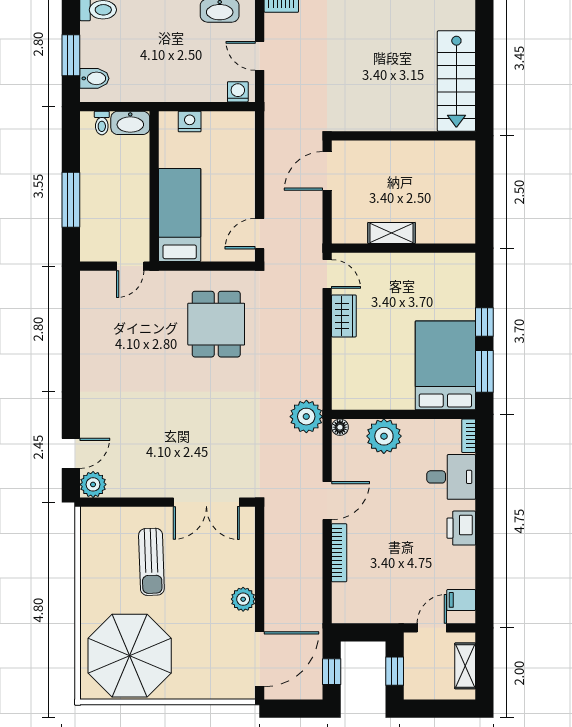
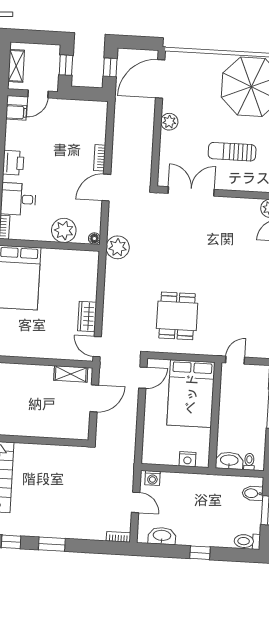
door: (327, 171) -> (94, 398), moved
bed: (180, 215) -> (191, 394), width x1.50
shelving: (392, 233) -> (71, 374), moved
bookcase: (339, 553) -> (100, 158), width x0.64
sun lounger: (151, 562) -> (232, 152), turned -88

